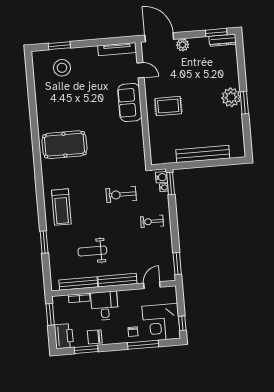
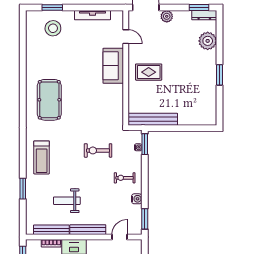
tv unit: (117, 49) -> (92, 15), moved
plant: (231, 97) -> (208, 41), moved
pool table: (64, 145) -> (49, 100), turned 90
bench: (203, 154) -> (153, 119), moved
water cooler: (161, 177) -> (137, 199), moved

